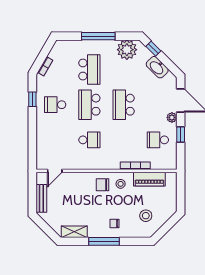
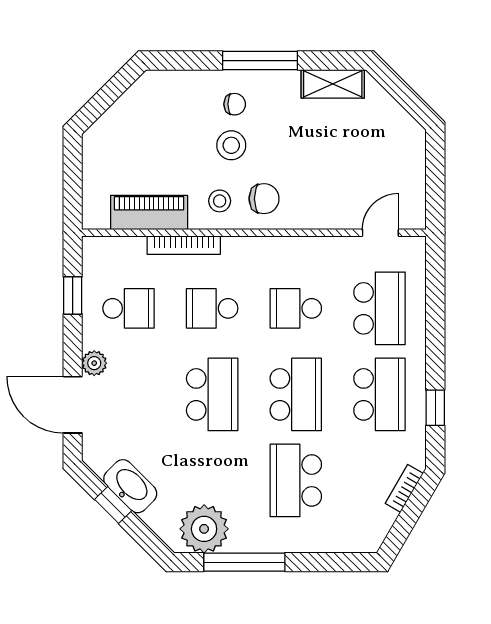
window: (98, 36) -> (244, 562), moved
window: (153, 49) -> (113, 505), moved
school desk: (55, 105) -> (379, 394), width x1.85
window: (181, 134) -> (73, 295), moved
school desk: (55, 140) -> (379, 308), added
school desk: (124, 140) -> (212, 308), added
bench: (41, 198) -> (413, 165), removed
stool: (146, 216) -> (231, 145), moved

